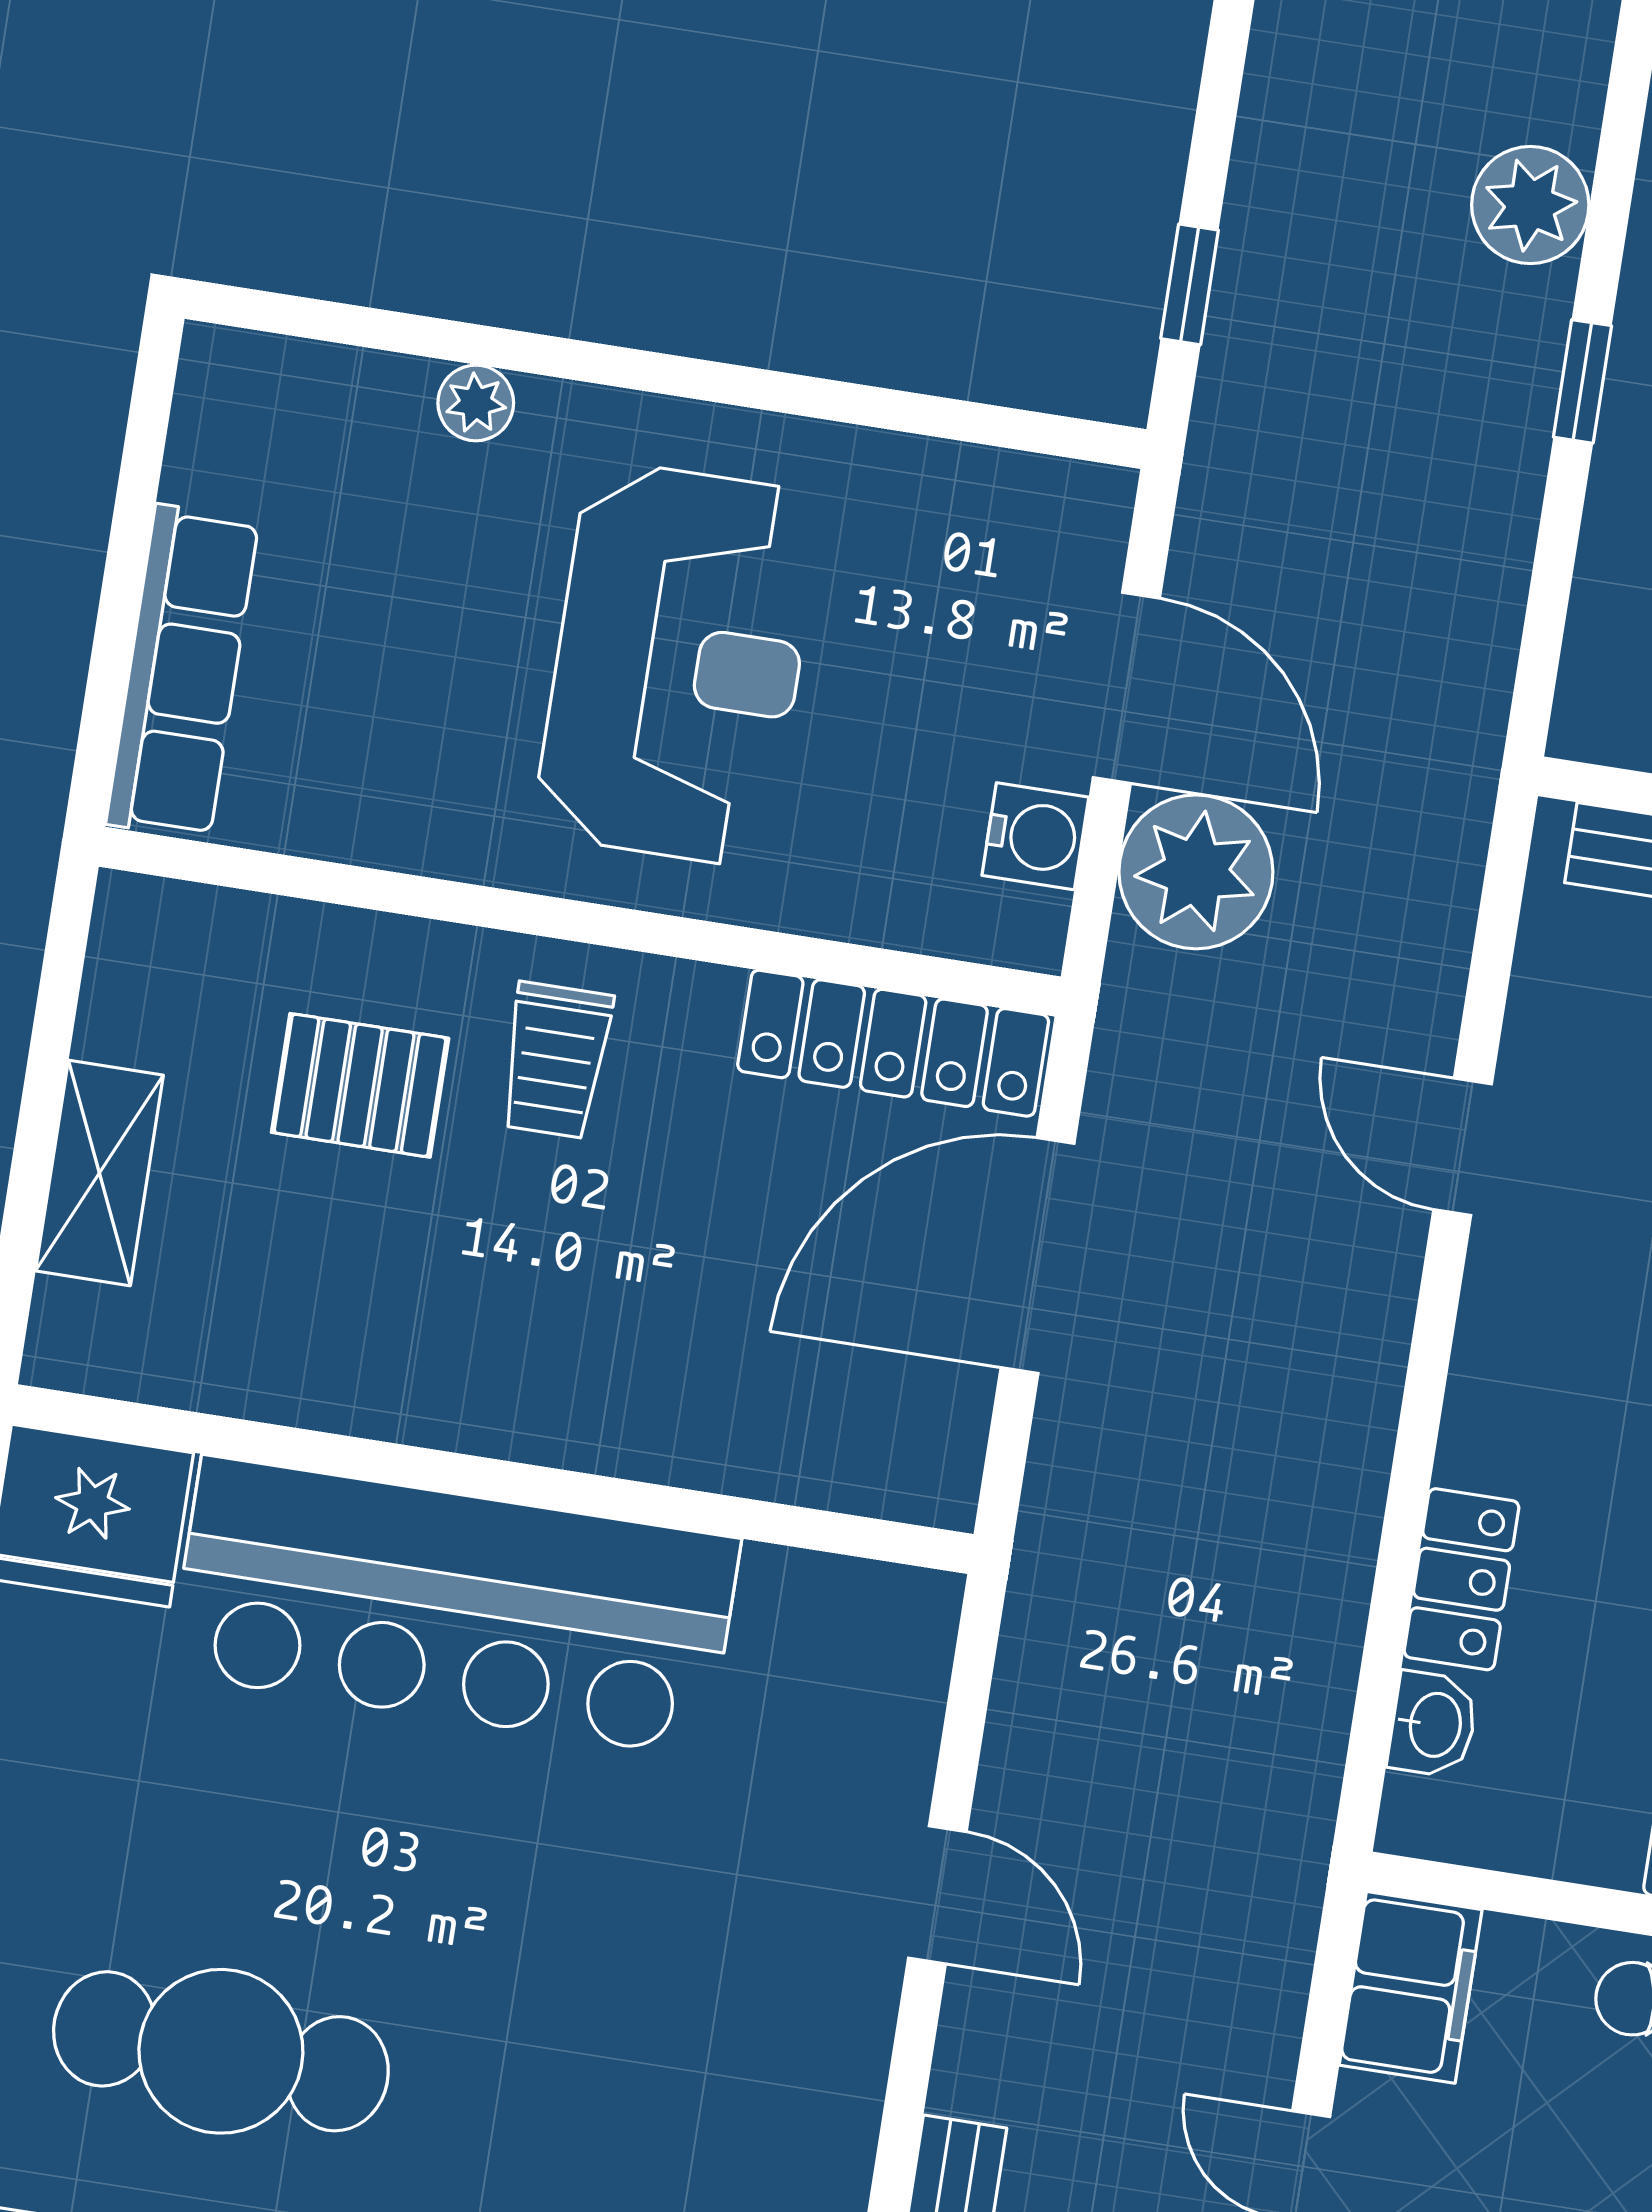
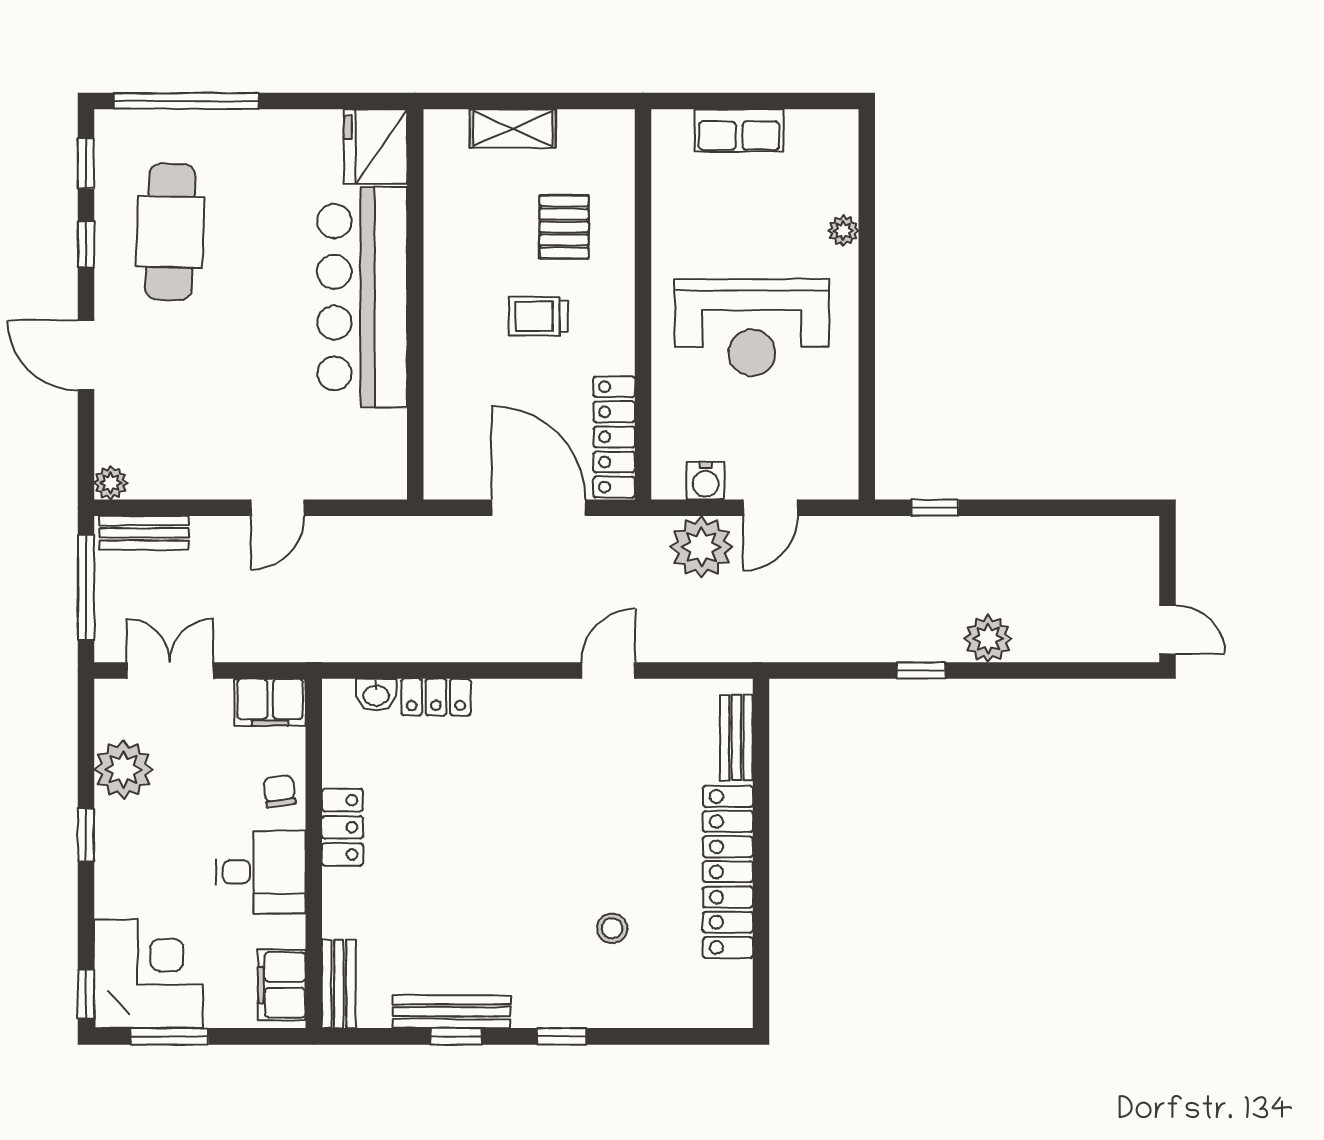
row of seats: (183, 672) -> (739, 130), width x0.68
door: (1126, 688) -> (770, 508), width x0.73
trolley: (556, 1060) -> (538, 316), moved

